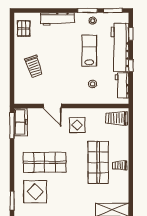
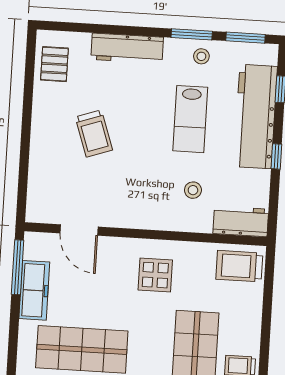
lab bench: (89, 51) -> (190, 119), turned 180
trolley: (34, 66) -> (94, 133), moved
workbench: (122, 85) -> (241, 221), moved, turned 90
door: (52, 106) -> (79, 230), moved
freezer: (21, 122) -> (34, 290), moved

